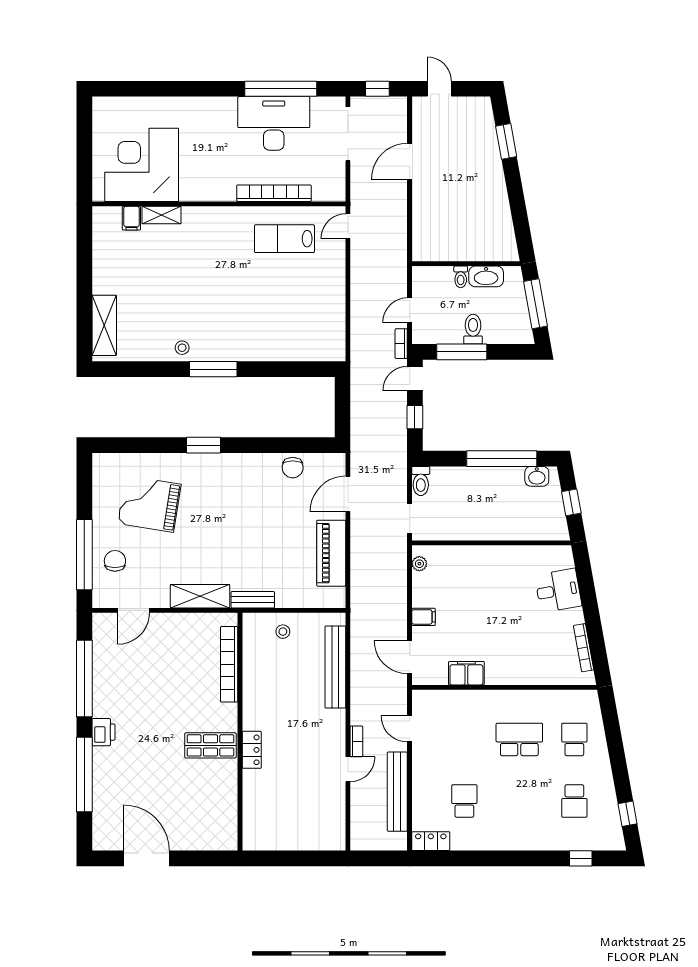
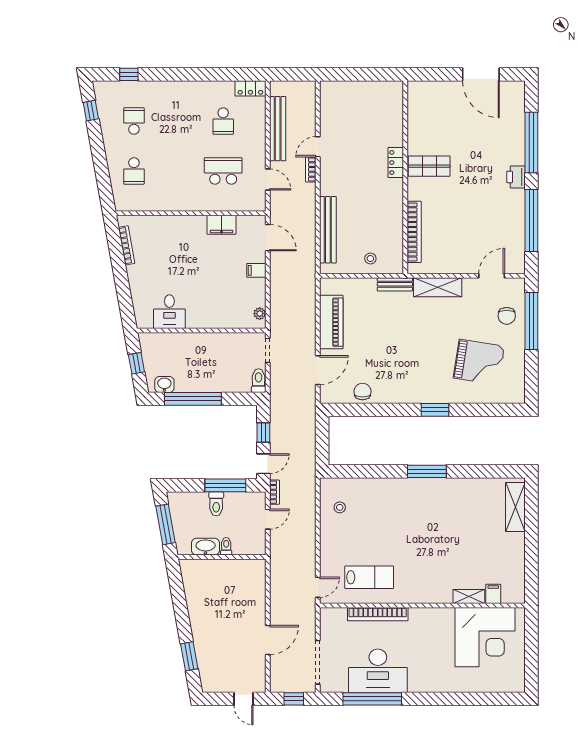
stool: (182, 348) -> (340, 507), moved
desk: (558, 590) -> (169, 312), moved, turned -80
school desk: (519, 739) -> (223, 171), moved, turned 180

